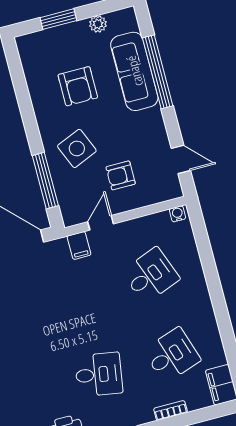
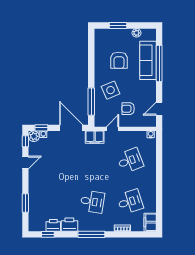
door: (181, 159) -> (159, 109), swing flipped
filing cabinet: (79, 246) -> (95, 137), width x2.00

